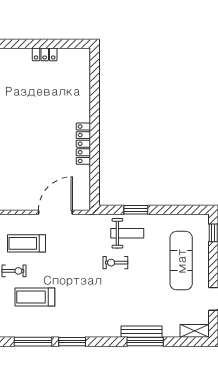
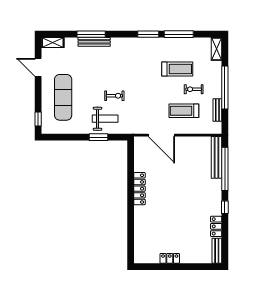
door: (55, 212) -> (161, 135), hinge flipped
weight bench: (127, 233) -> (105, 119), turned 180
treadmill: (26, 243) -> (184, 111), turned 180

